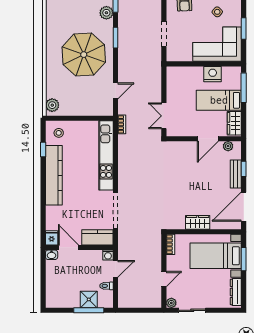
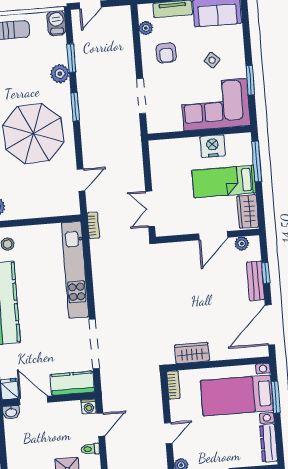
wardrobe: (198, 222) -> (192, 353), moved

